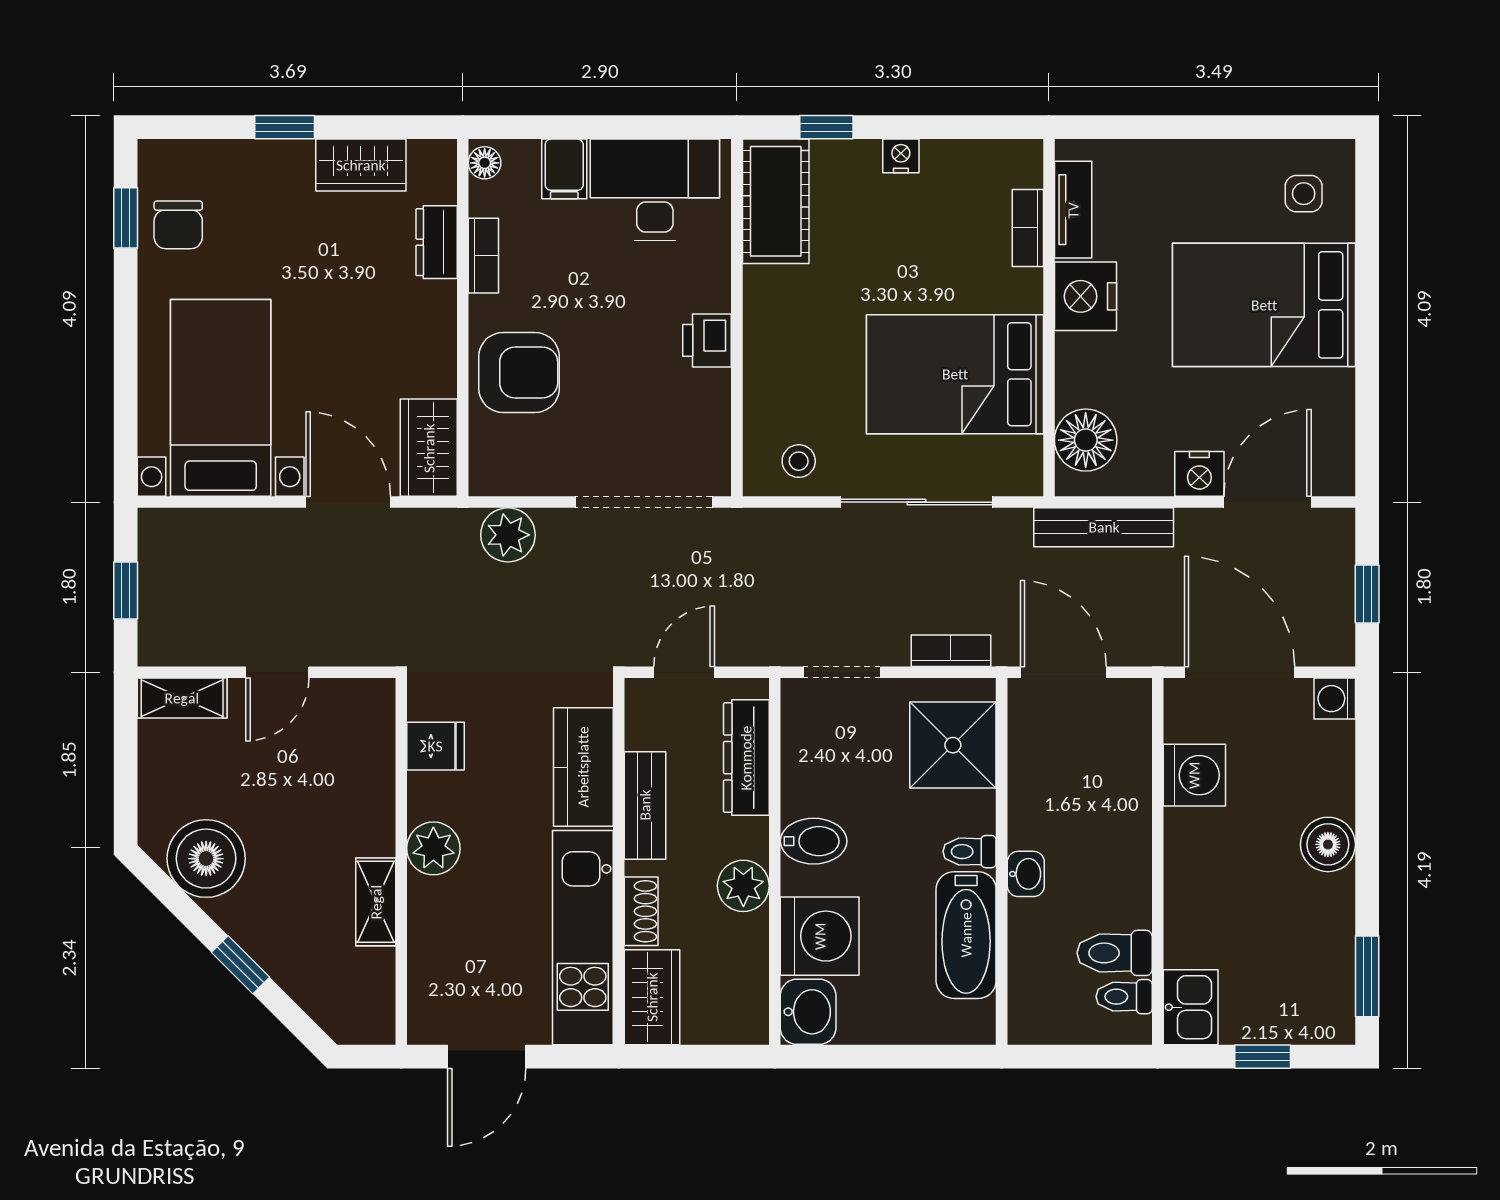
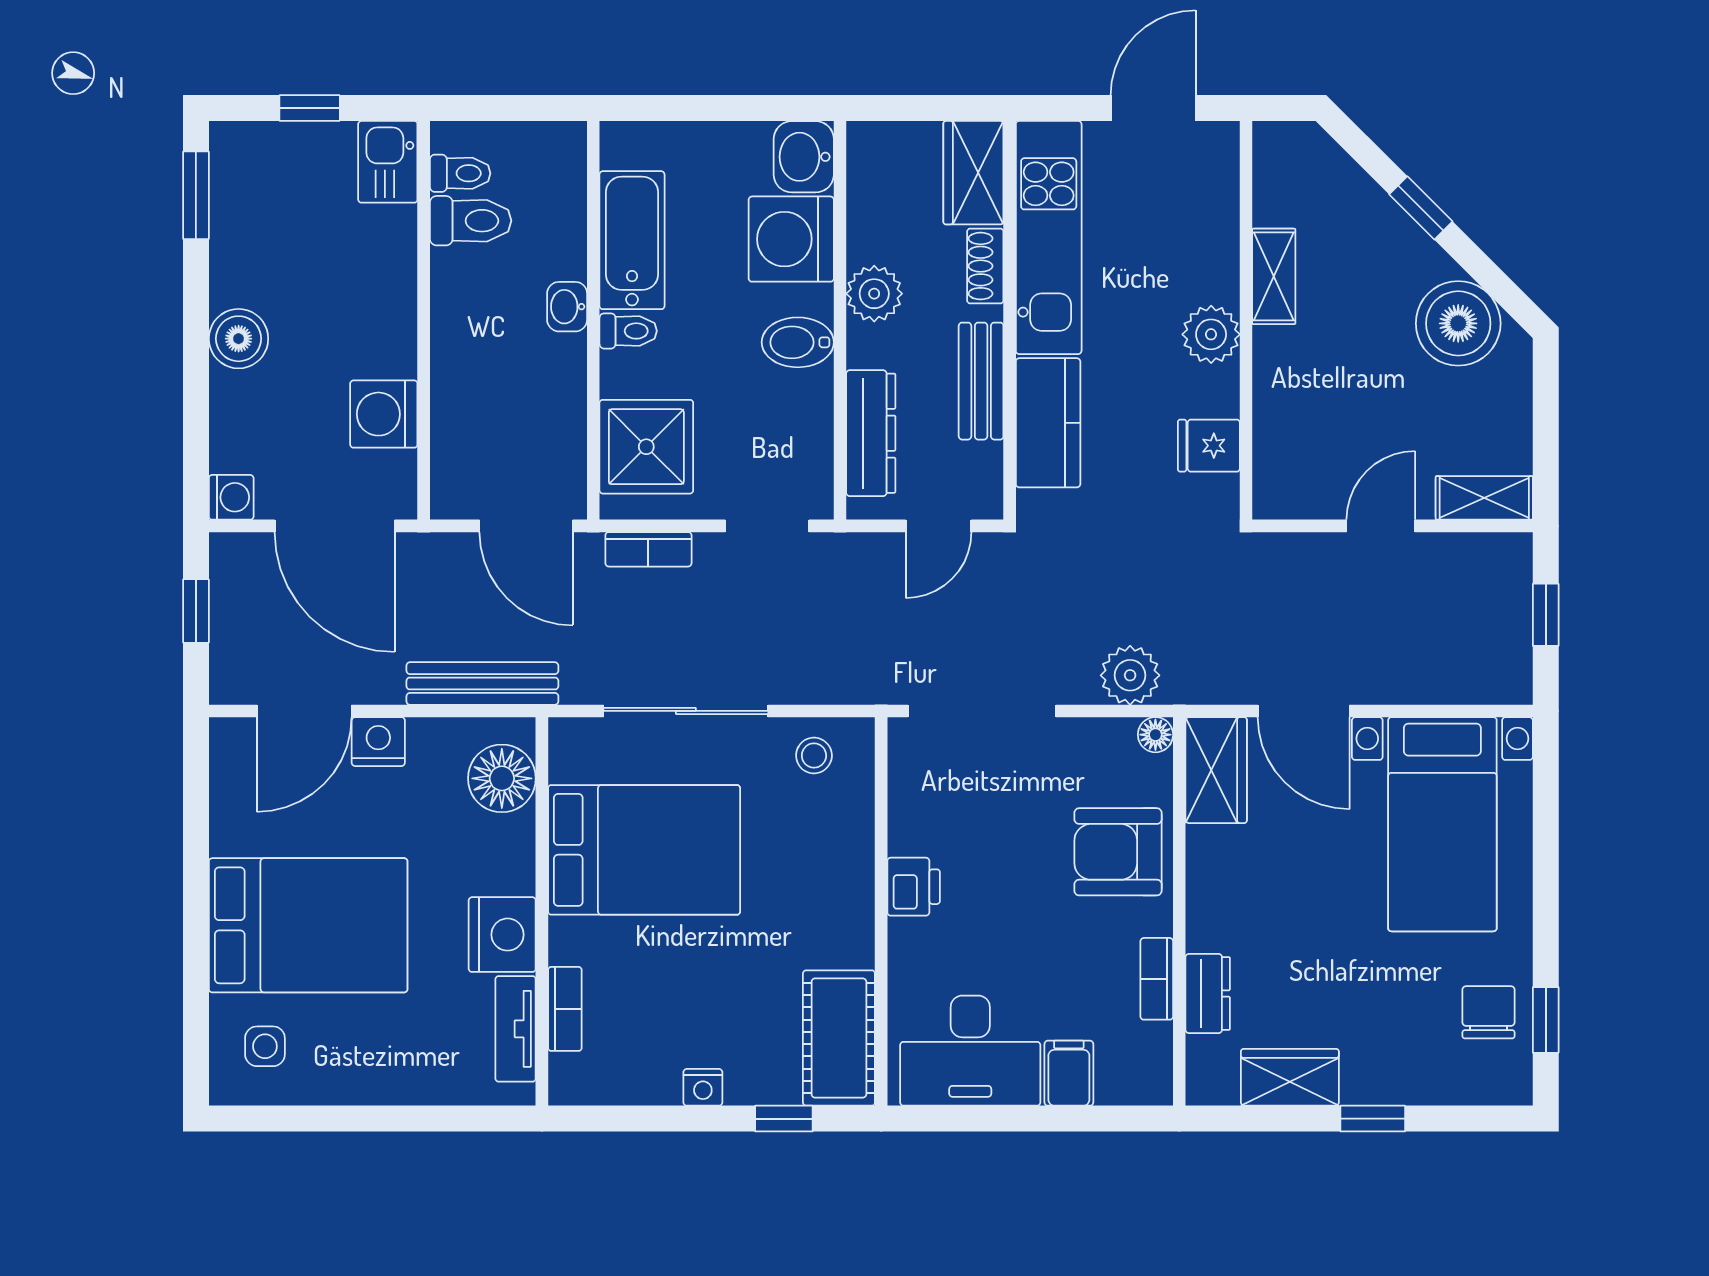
floor lamp: (485, 163) -> (1155, 735), moved

